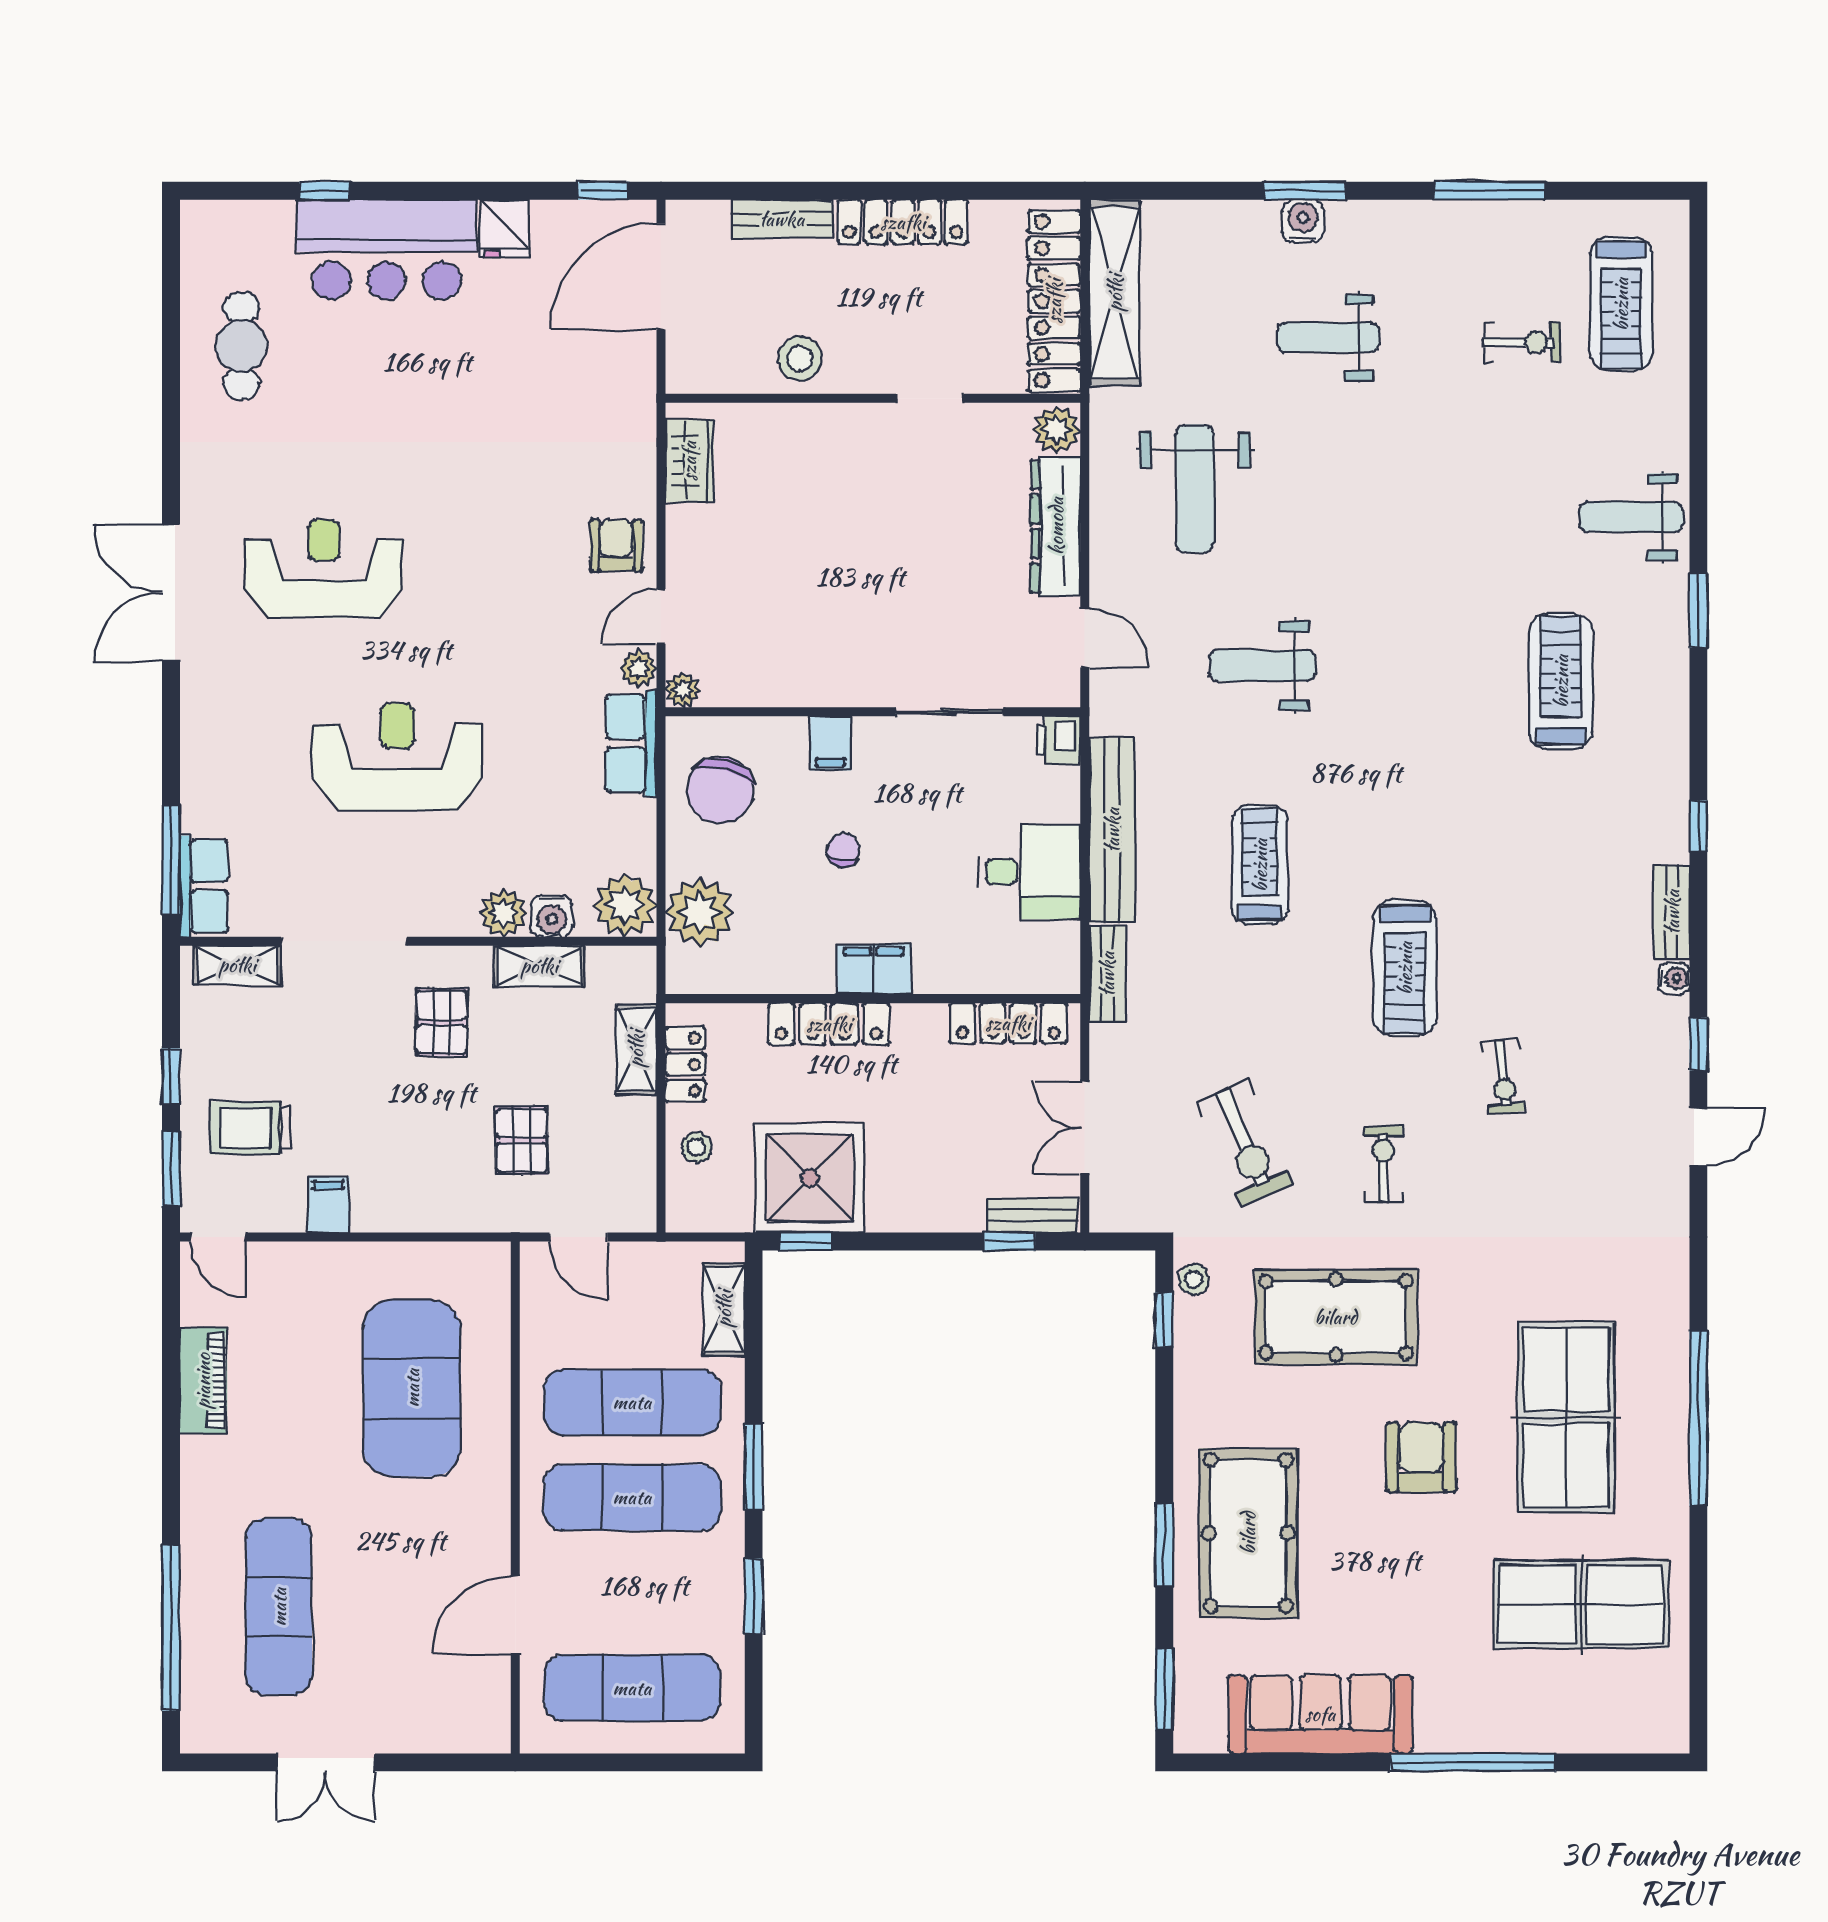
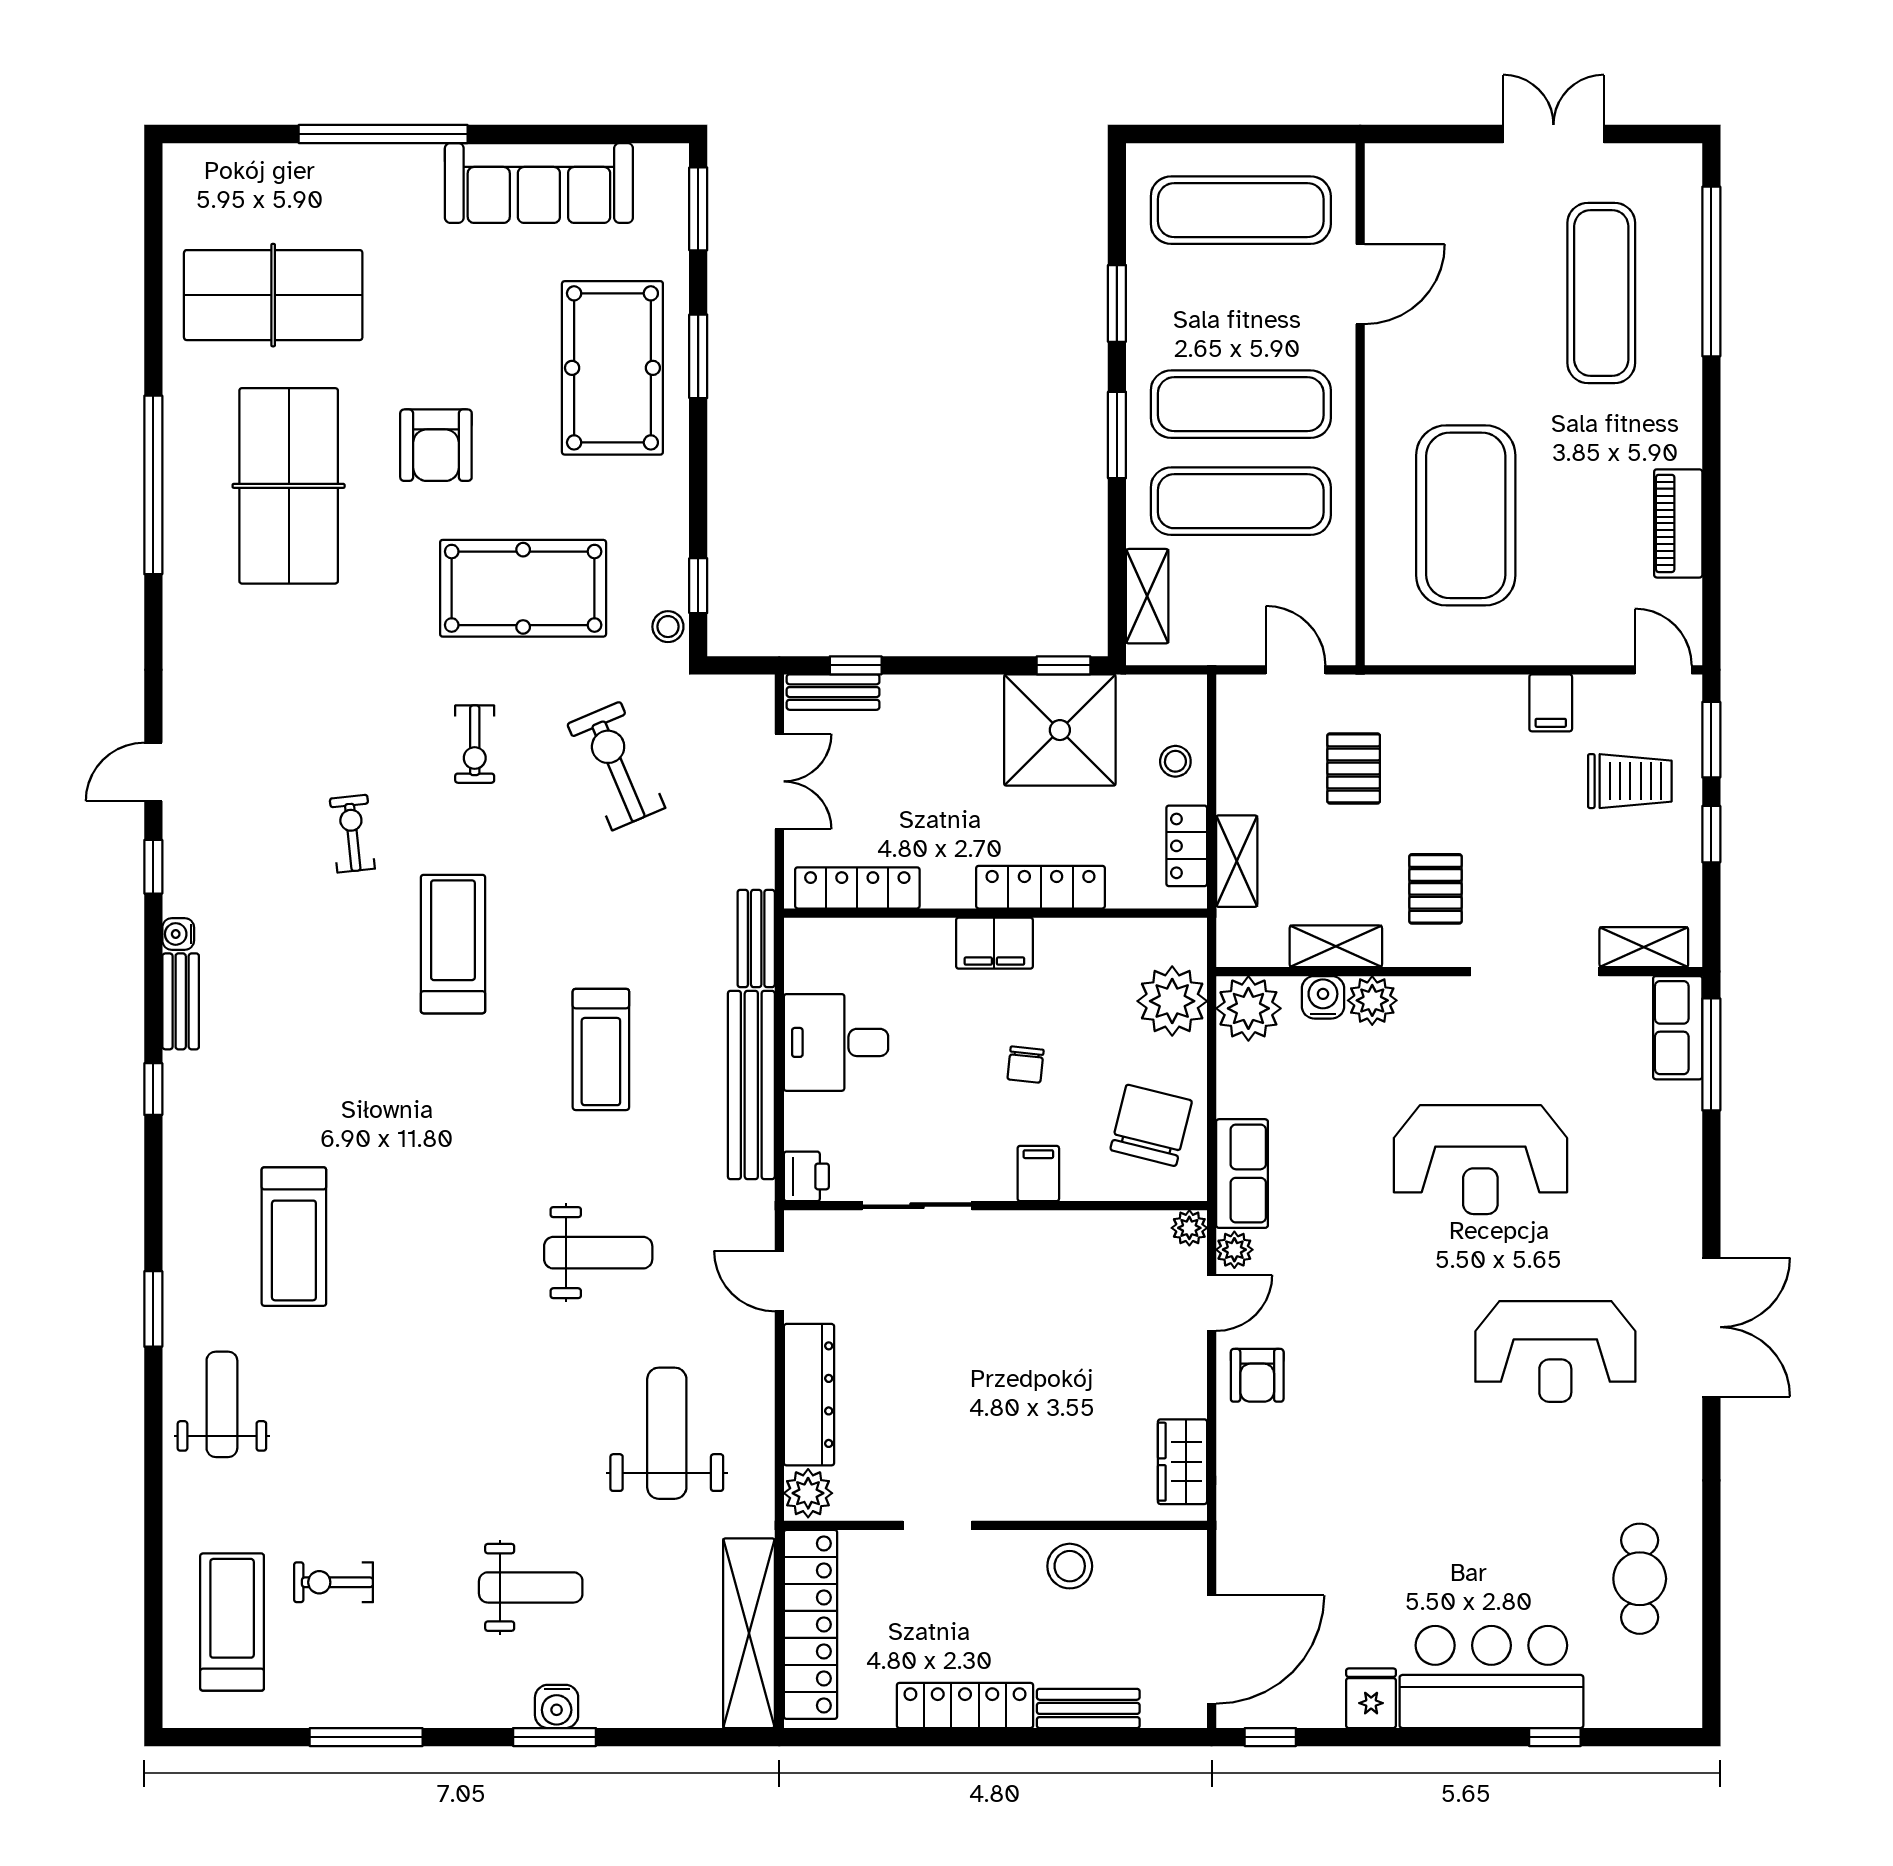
weight bench: (1631, 517) -> (222, 1404), turned -90

